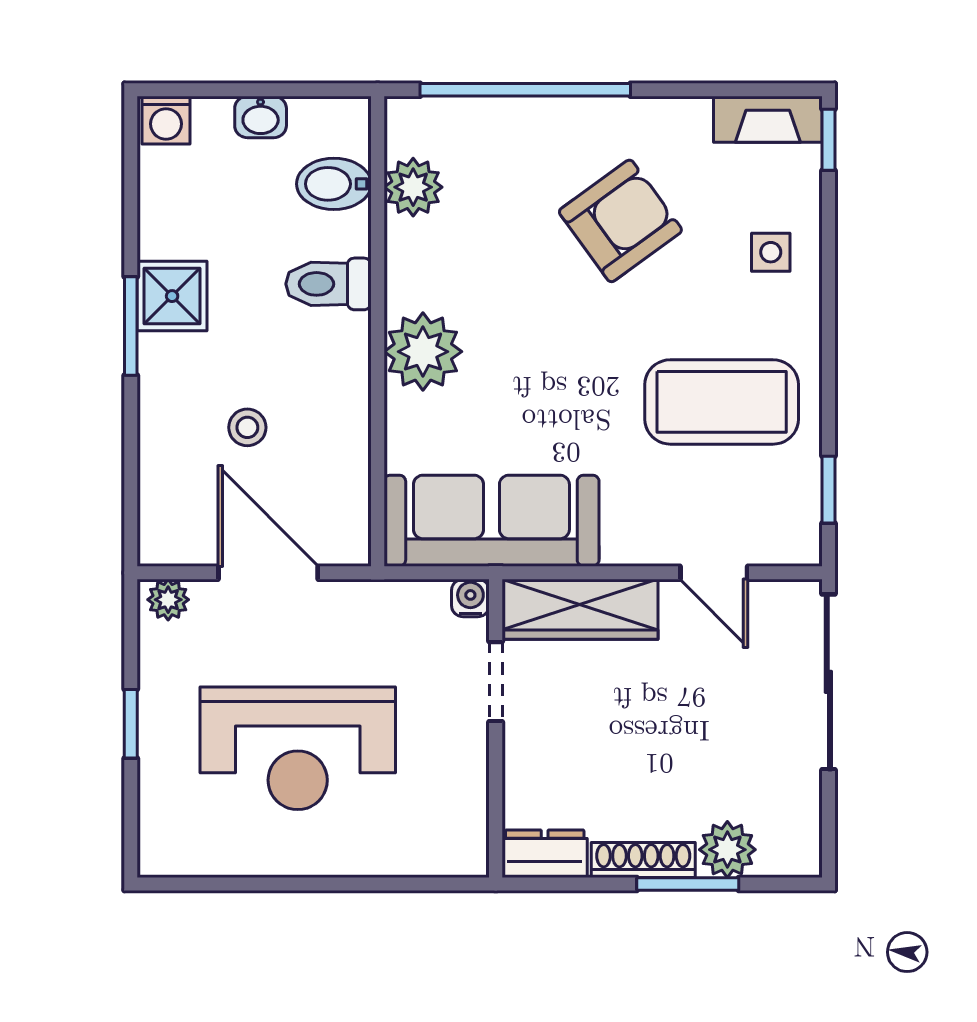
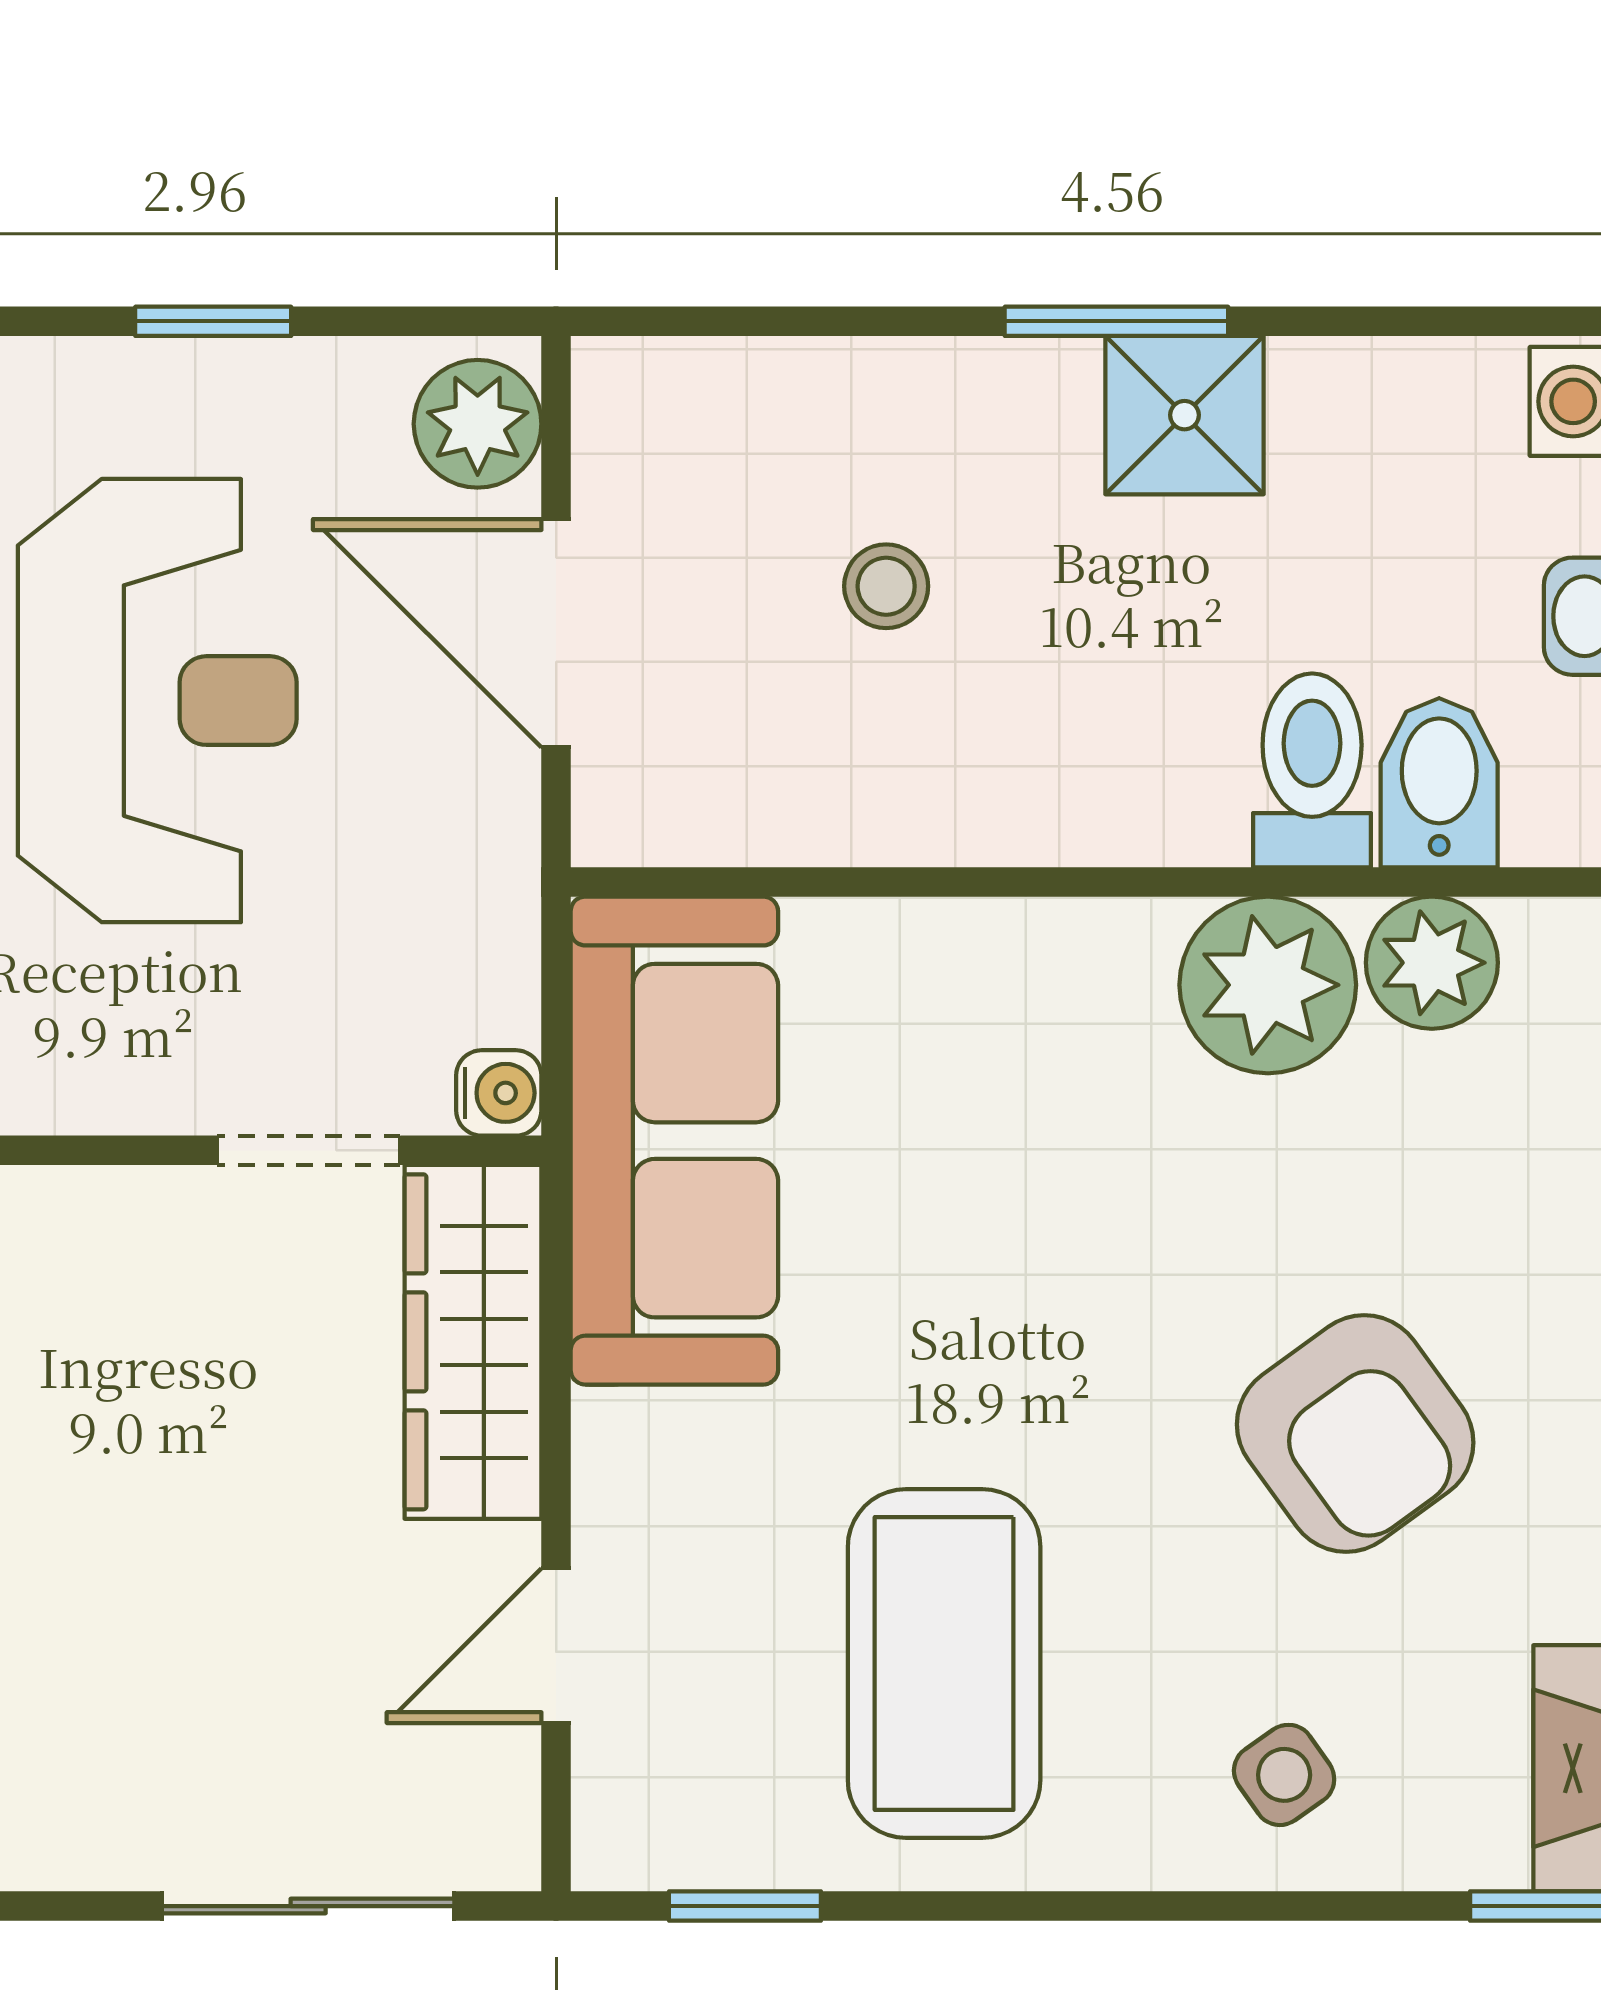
side table: (771, 252) -> (1284, 1775), turned -35
toilet: (328, 284) -> (1312, 770), moved
plant: (423, 352) -> (1268, 985), moved
door: (268, 573) -> (556, 633), swing flipped
plant: (168, 600) -> (478, 424), width x1.38, depth x1.38
sliding door: (828, 682) -> (308, 1906), width x0.73
reception desk: (298, 748) -> (157, 701), turned 180

